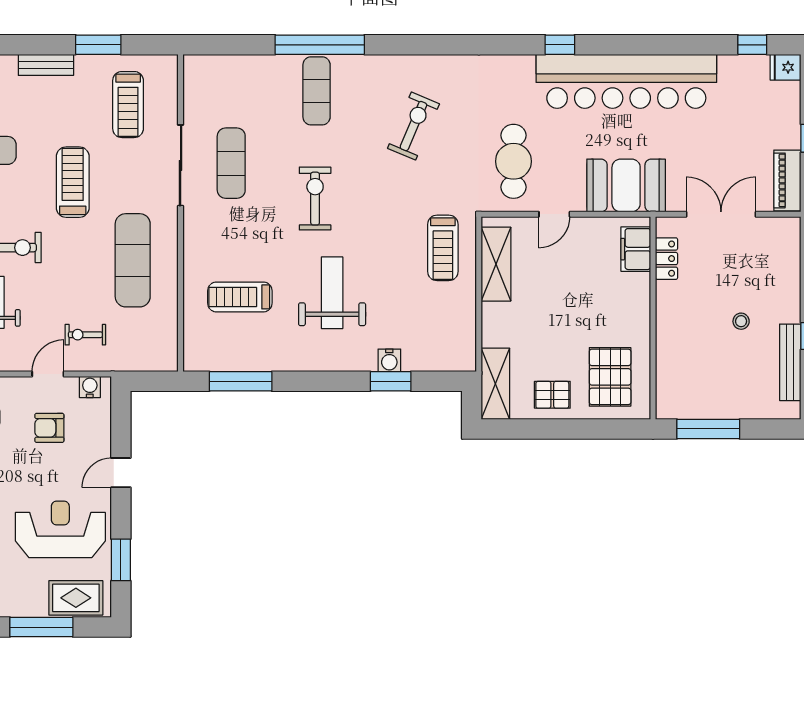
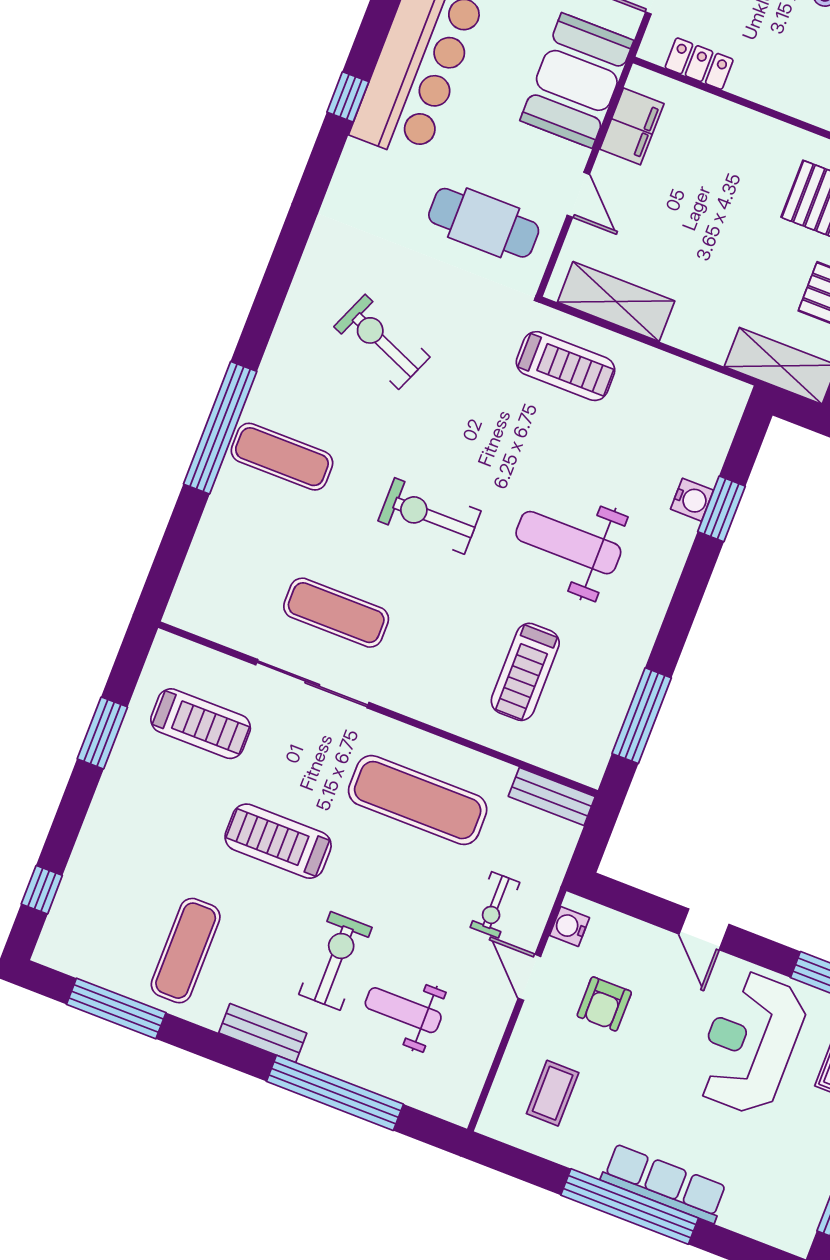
bench: (46, 65) -> (552, 797), moved, turned 90
filing cabinet: (636, 249) -> (632, 126), moved, turned -90

